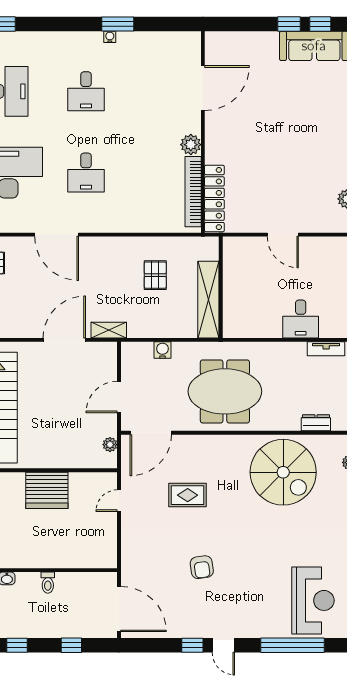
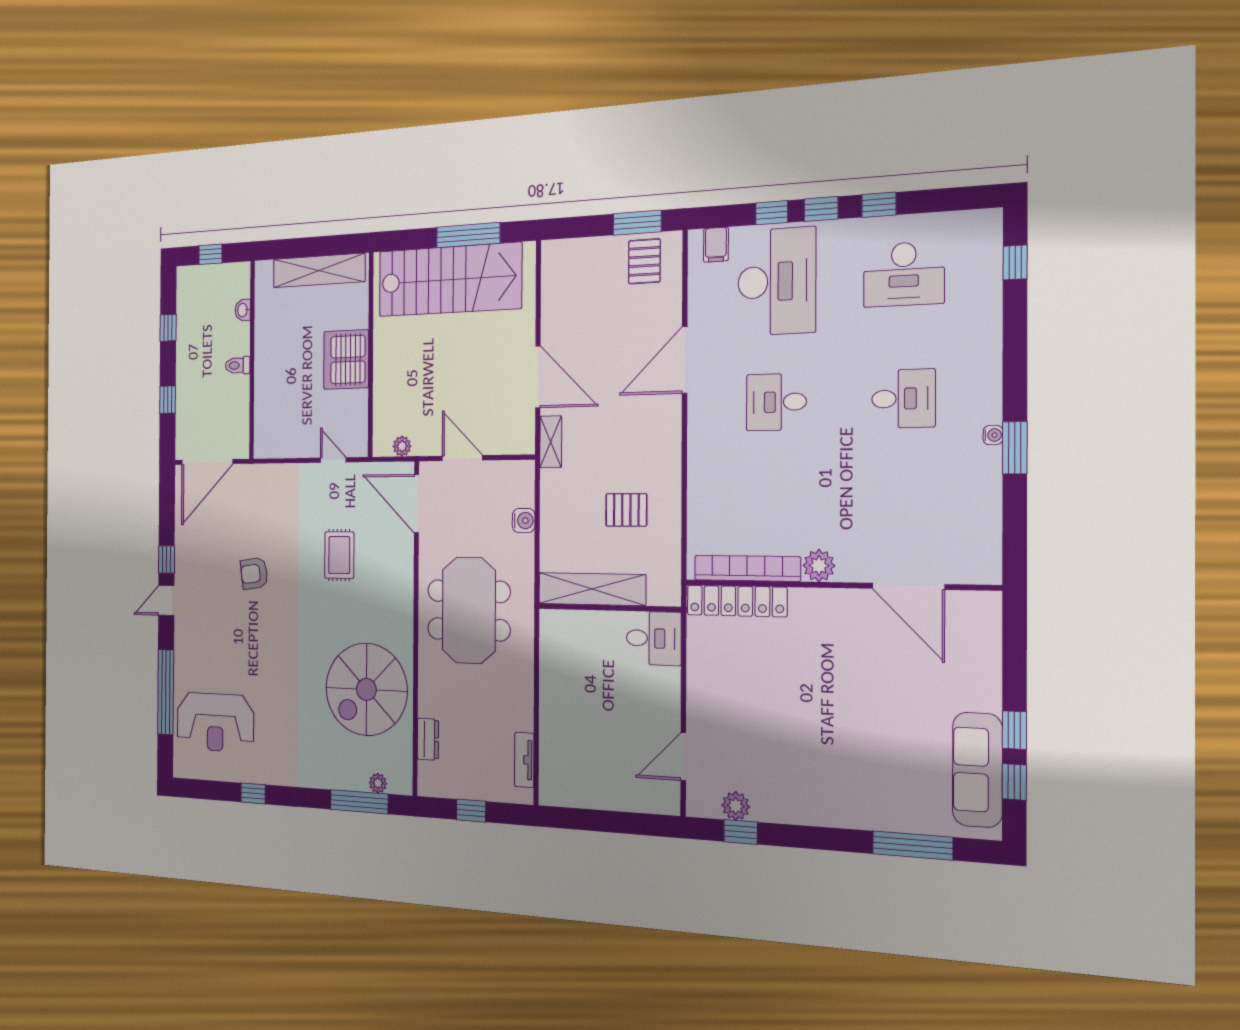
desk: (86, 91) -> (903, 399), turned 180
door: (283, 235) -> (683, 757), moved
desk: (301, 319) -> (654, 638), moved, turned 180

